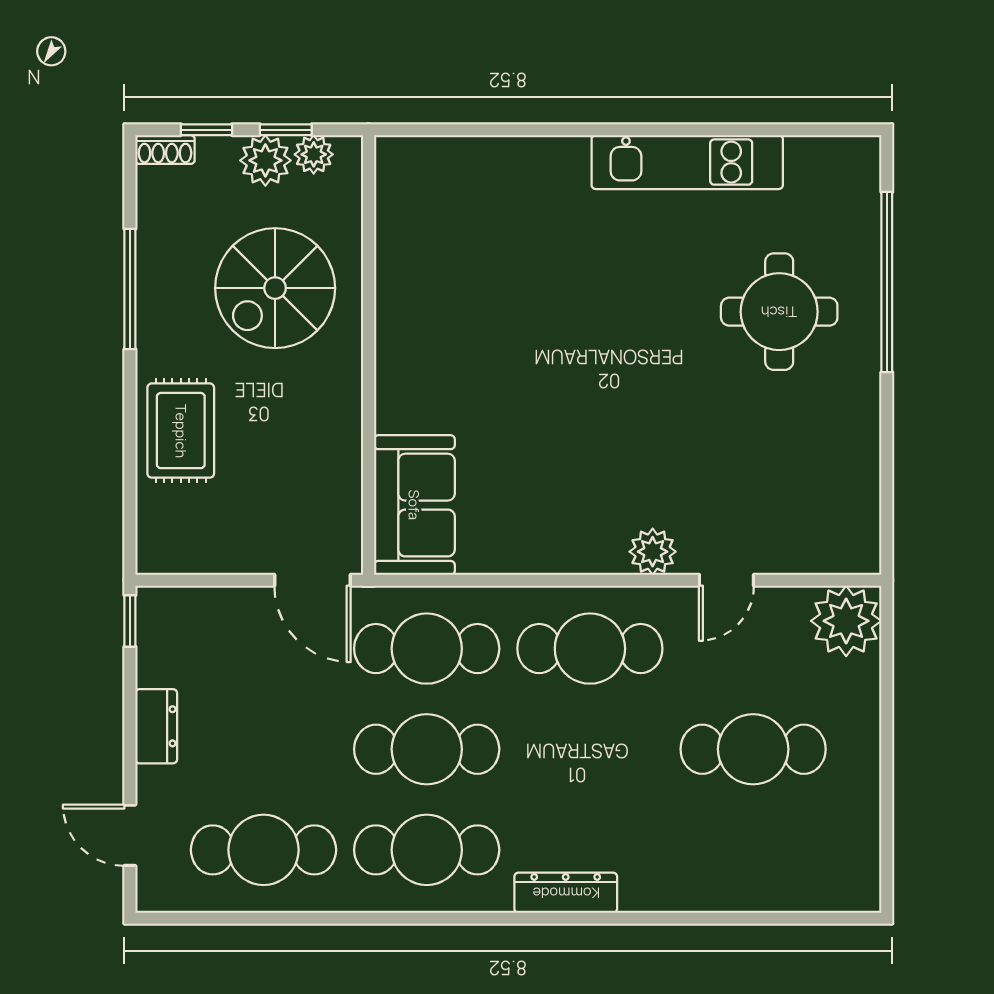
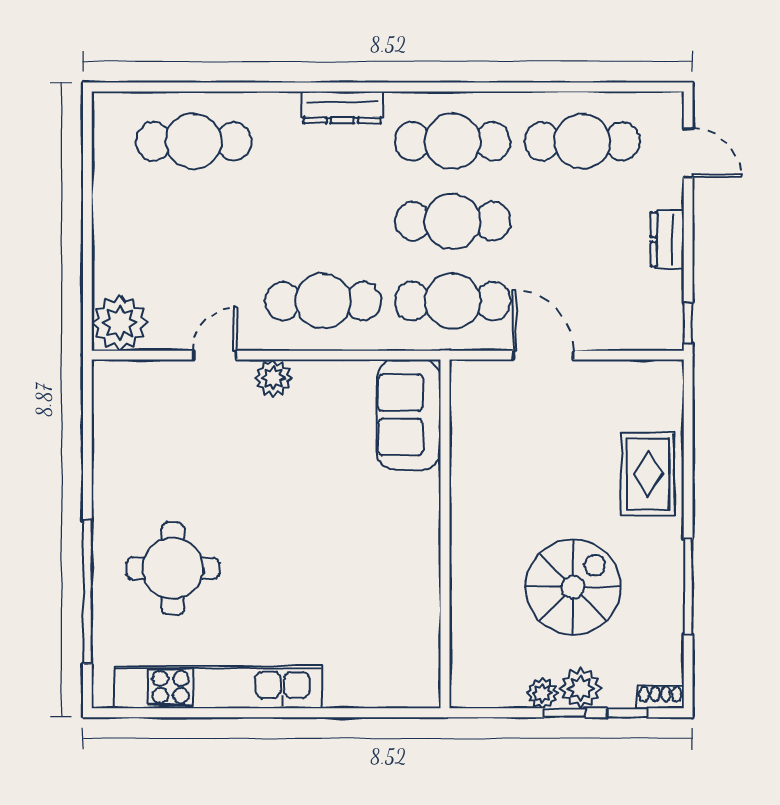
kitchen unit: (687, 162) -> (218, 687), width x1.36
wall: (369, 355) -> (445, 534), moved
sofa: (414, 505) -> (409, 415), moved
cafe table: (753, 749) -> (194, 141), moved

